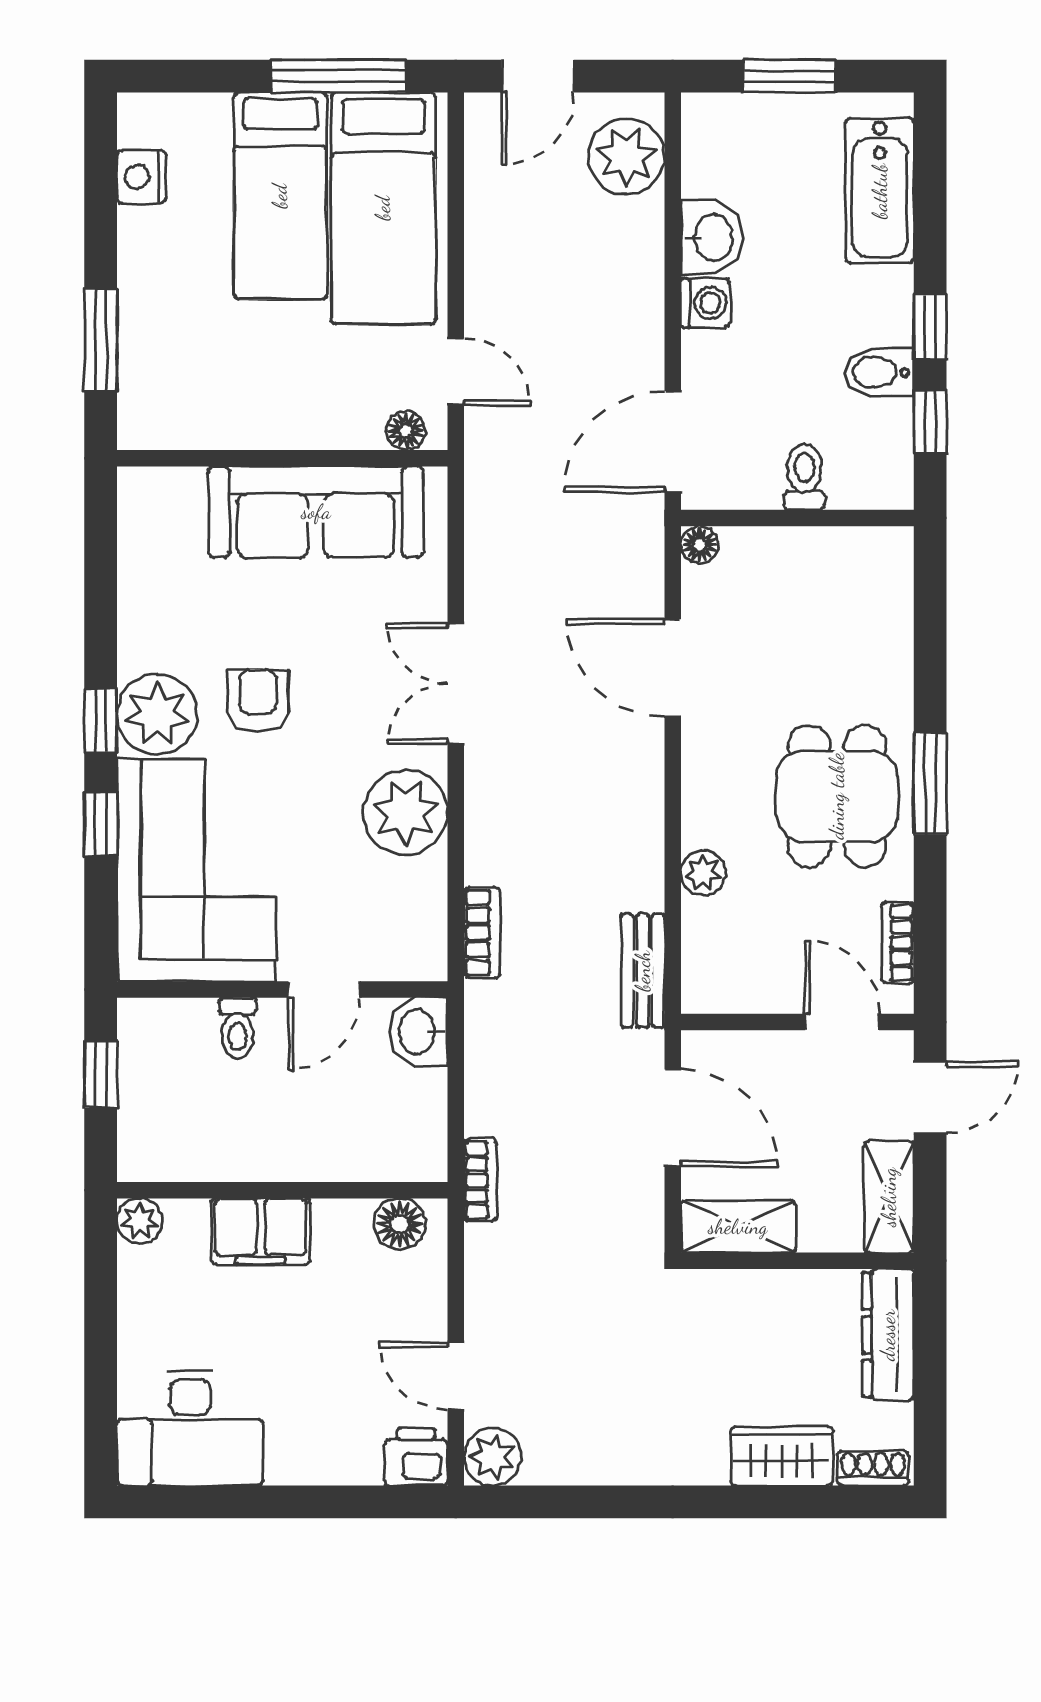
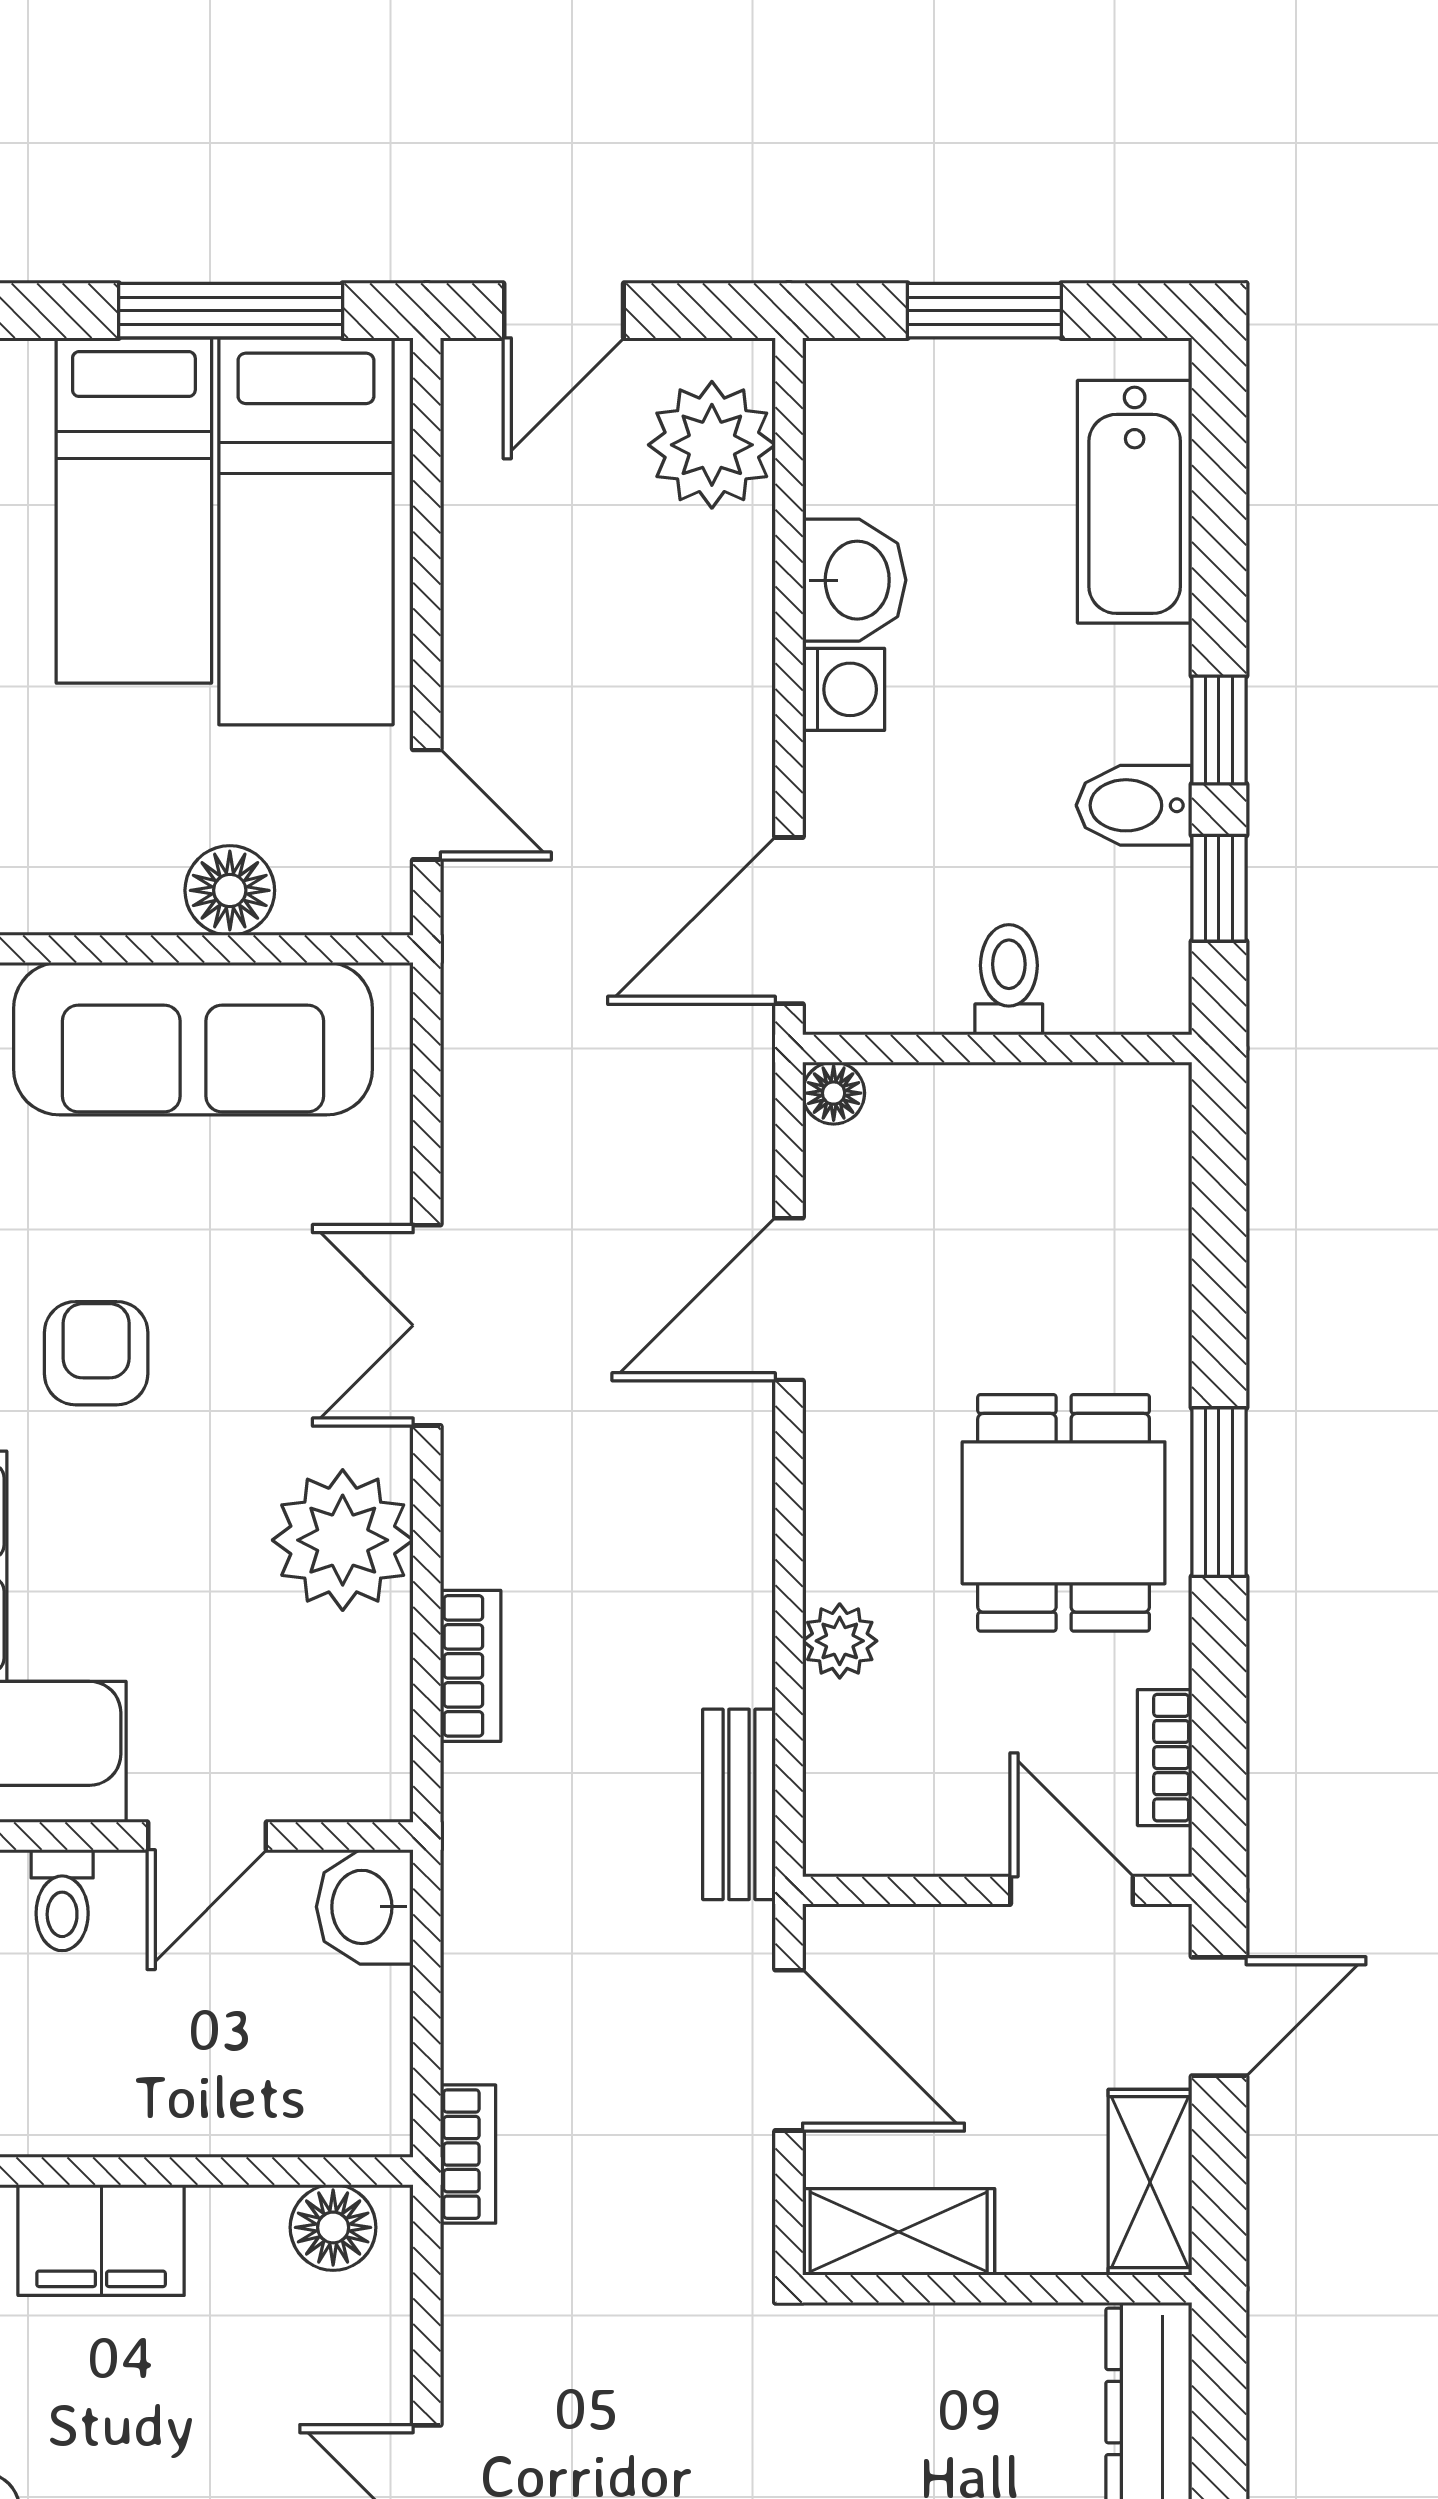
floor lamp: (406, 431) -> (230, 890), moved, width x1.37, depth x1.37
door: (673, 668) -> (789, 1299), hinge flipped
bookcase: (482, 933) -> (471, 1666), moved

